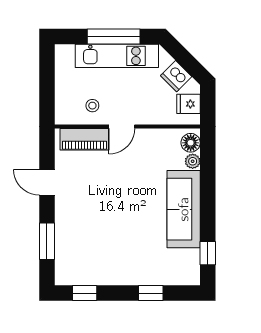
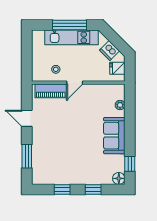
floor lamp: (191, 143) -> (119, 178), moved
sofa: (184, 209) -> (114, 136), width x0.73
window: (85, 293) -> (62, 189), moved

